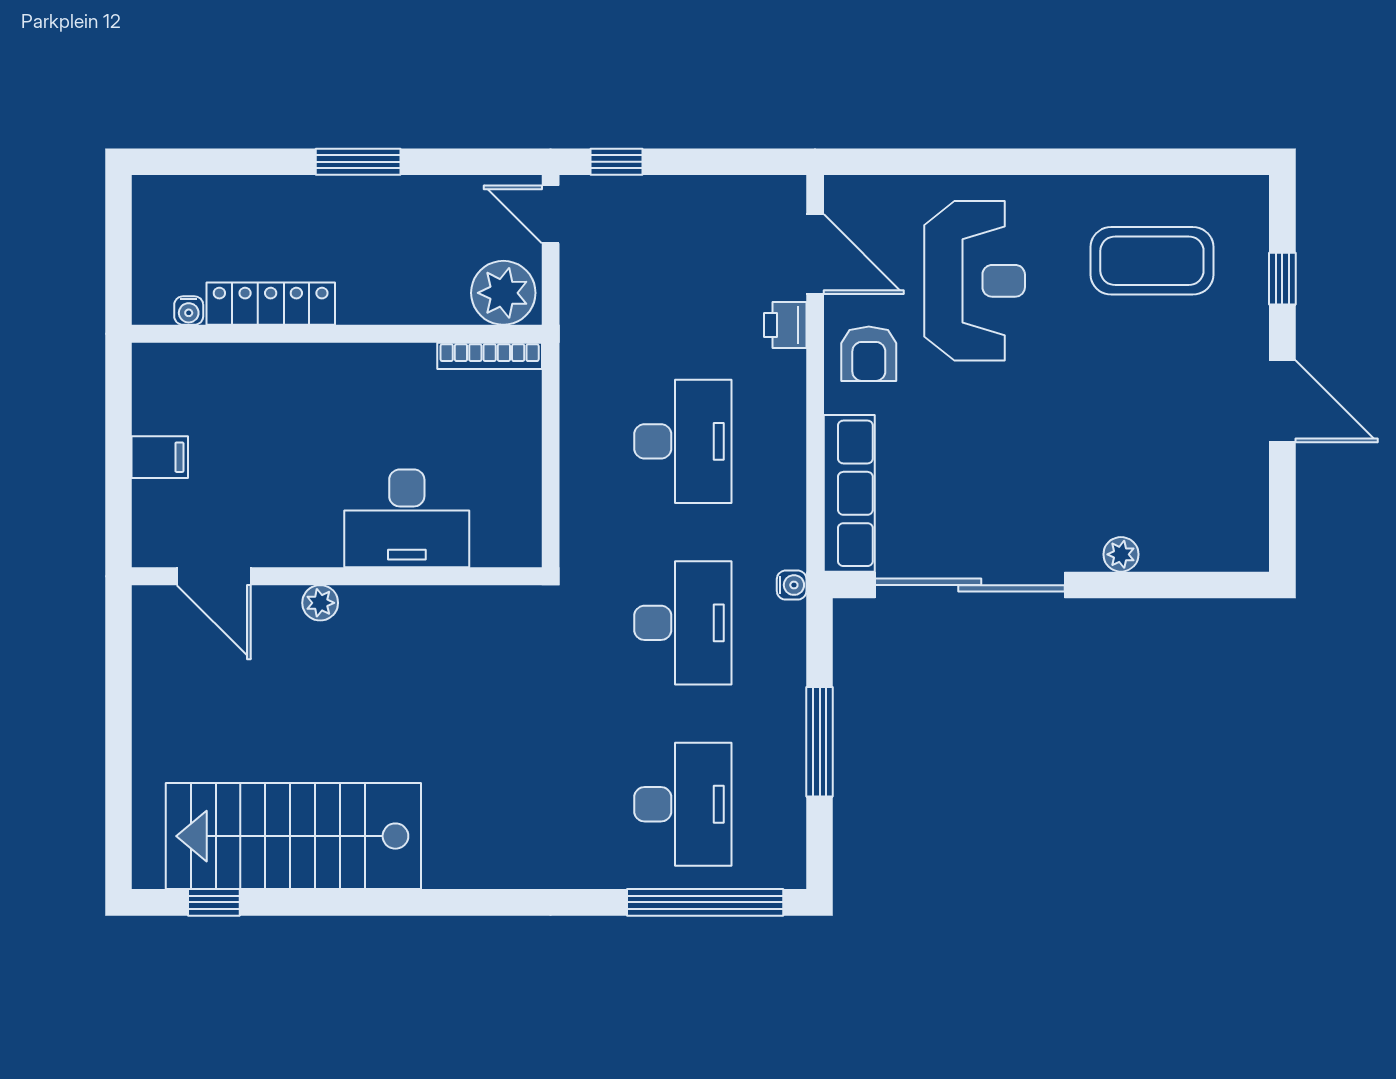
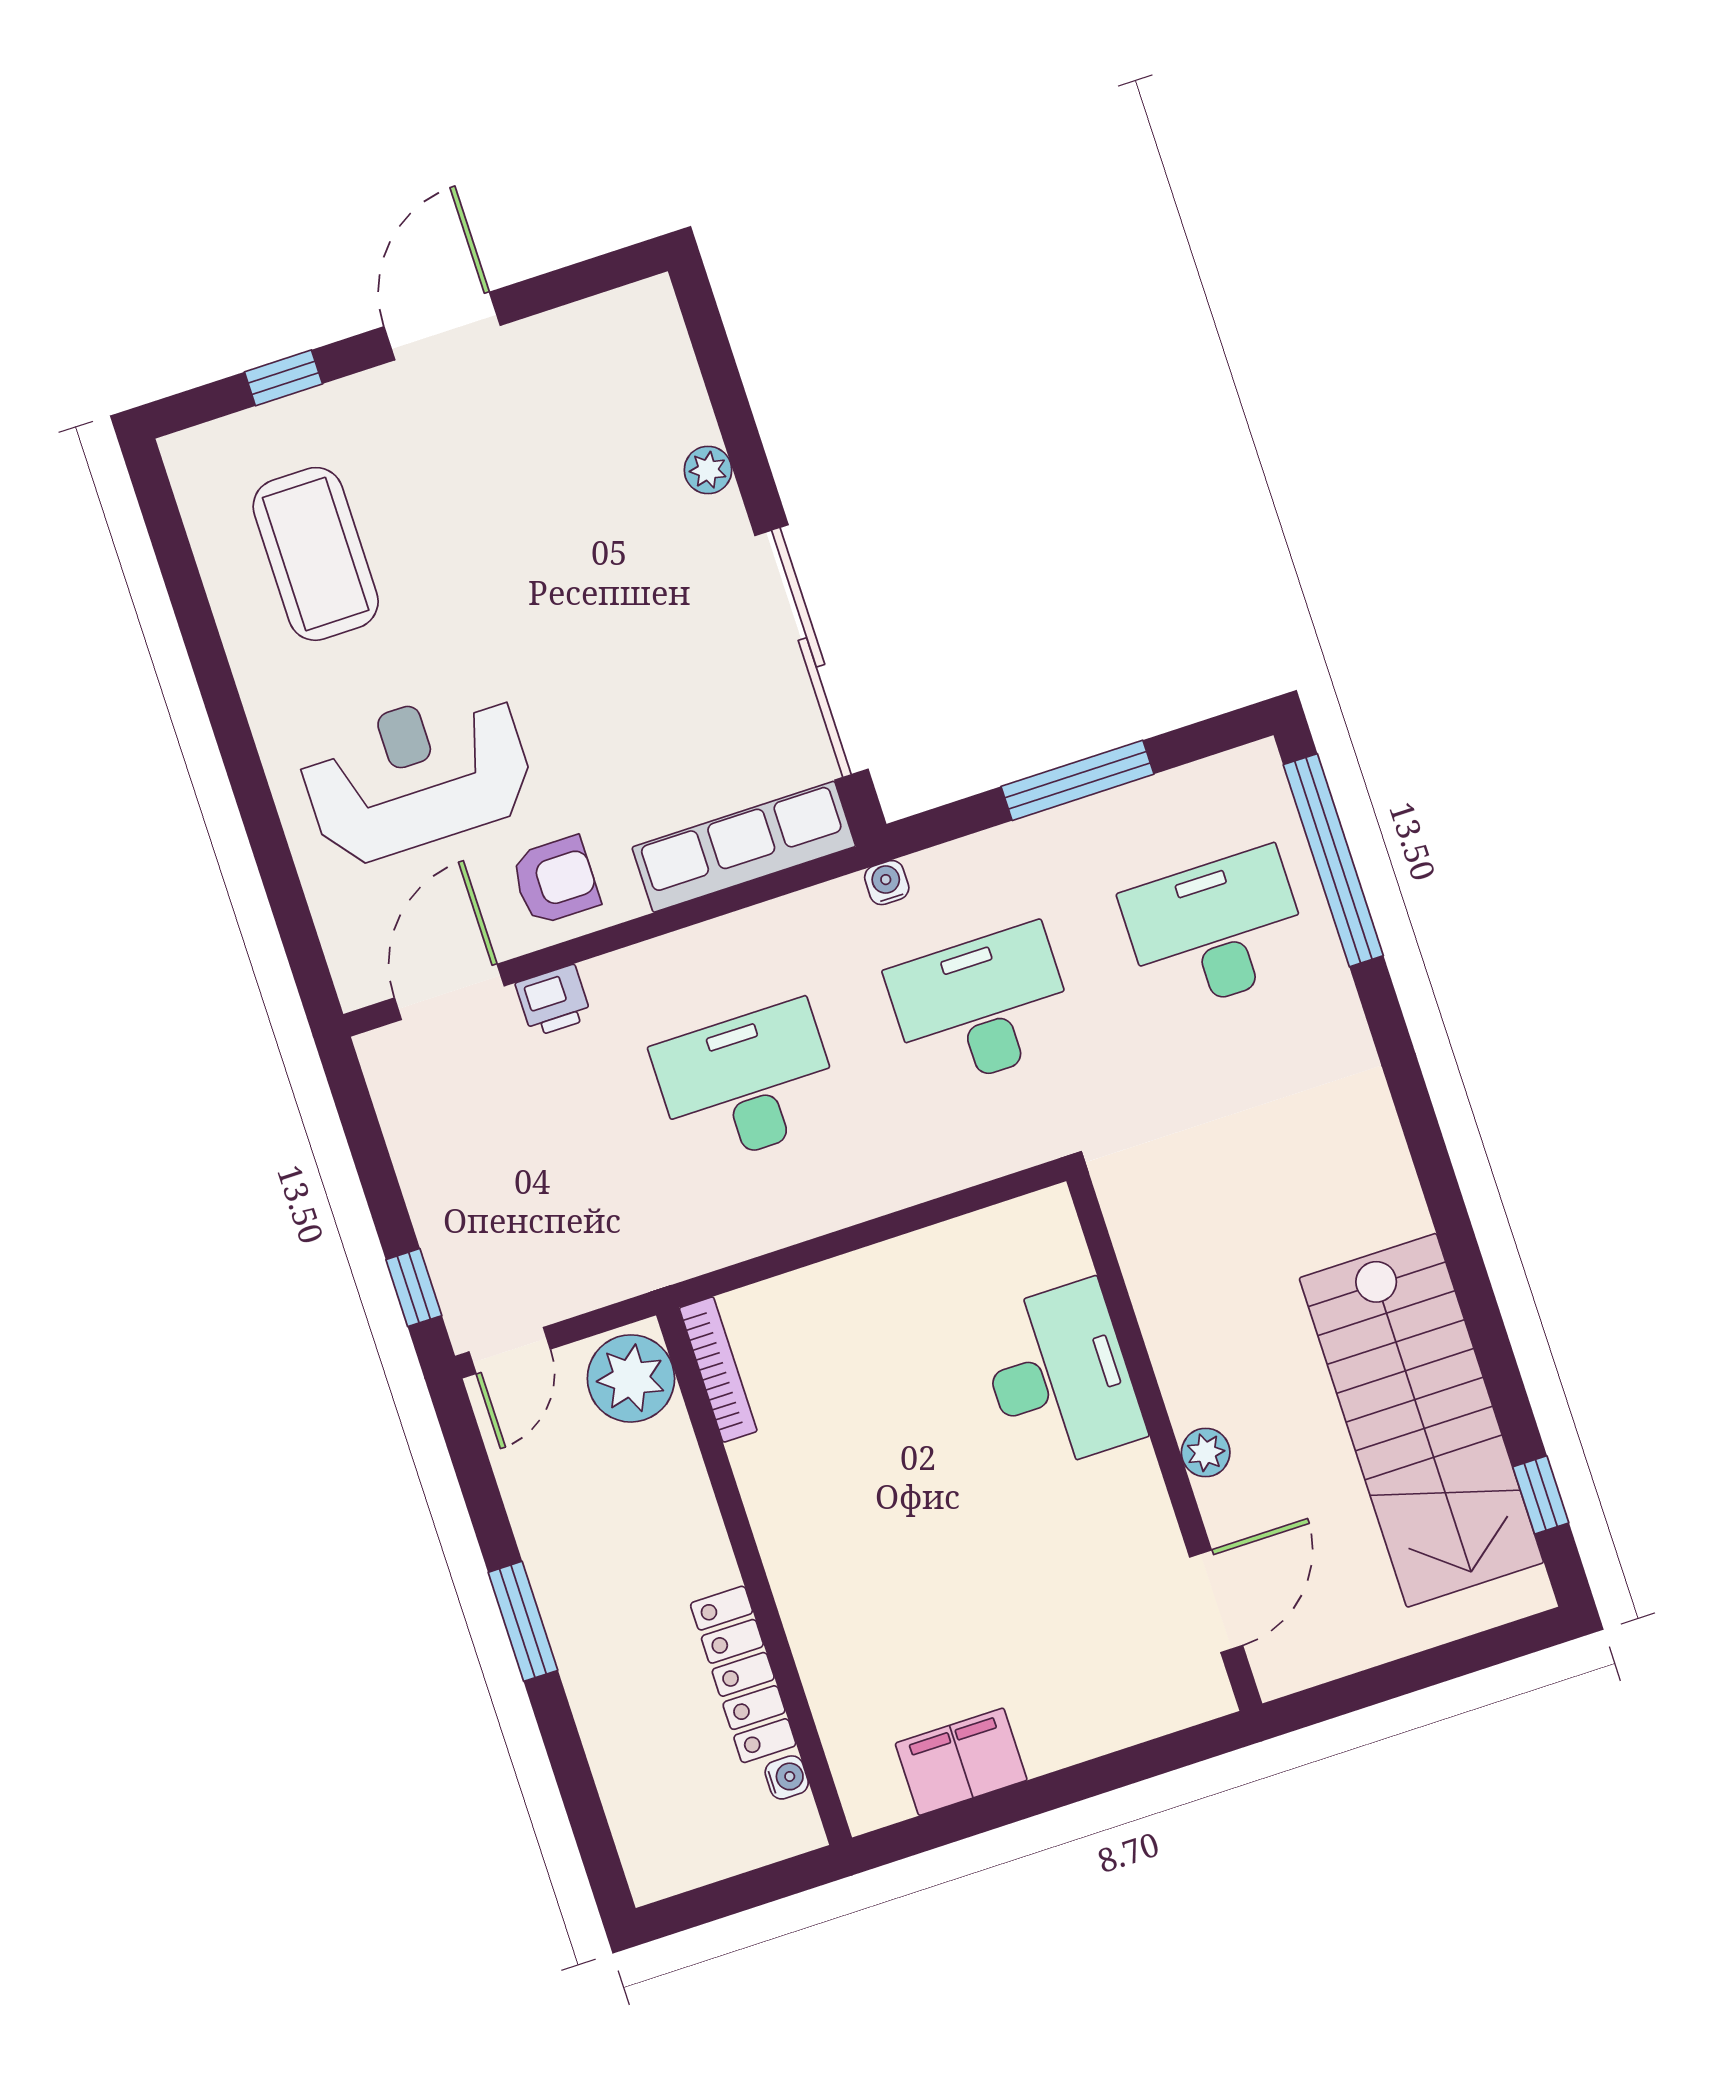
filing cabinet: (160, 457) -> (961, 1762), width x2.00
desk: (407, 518) -> (1060, 1376), moved
door: (214, 576) -> (1216, 1601), moved
wall: (337, 576) -> (1164, 1442), moved
plant: (320, 603) -> (1206, 1453), moved

